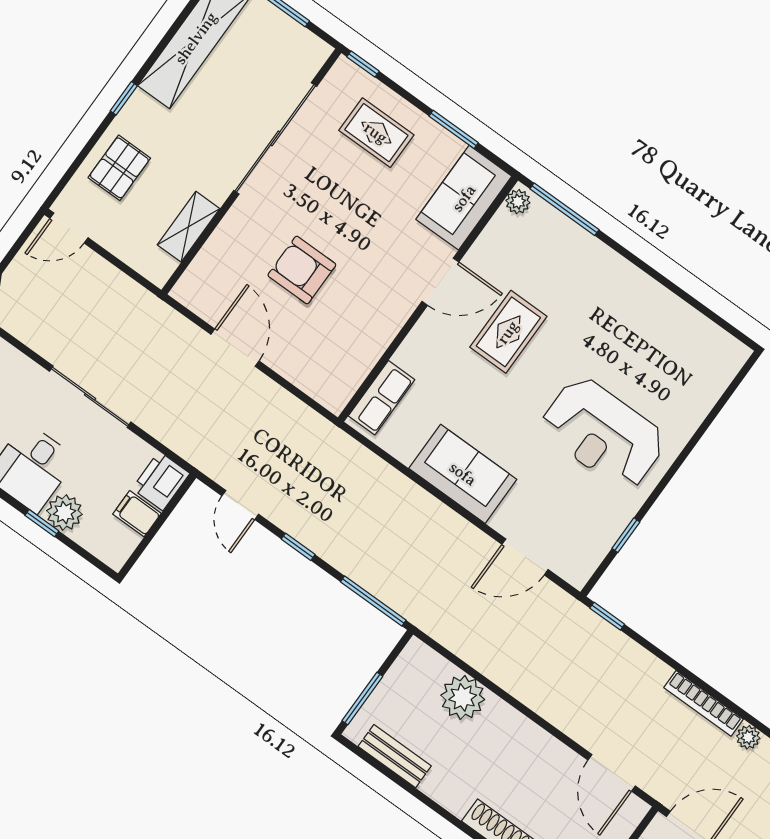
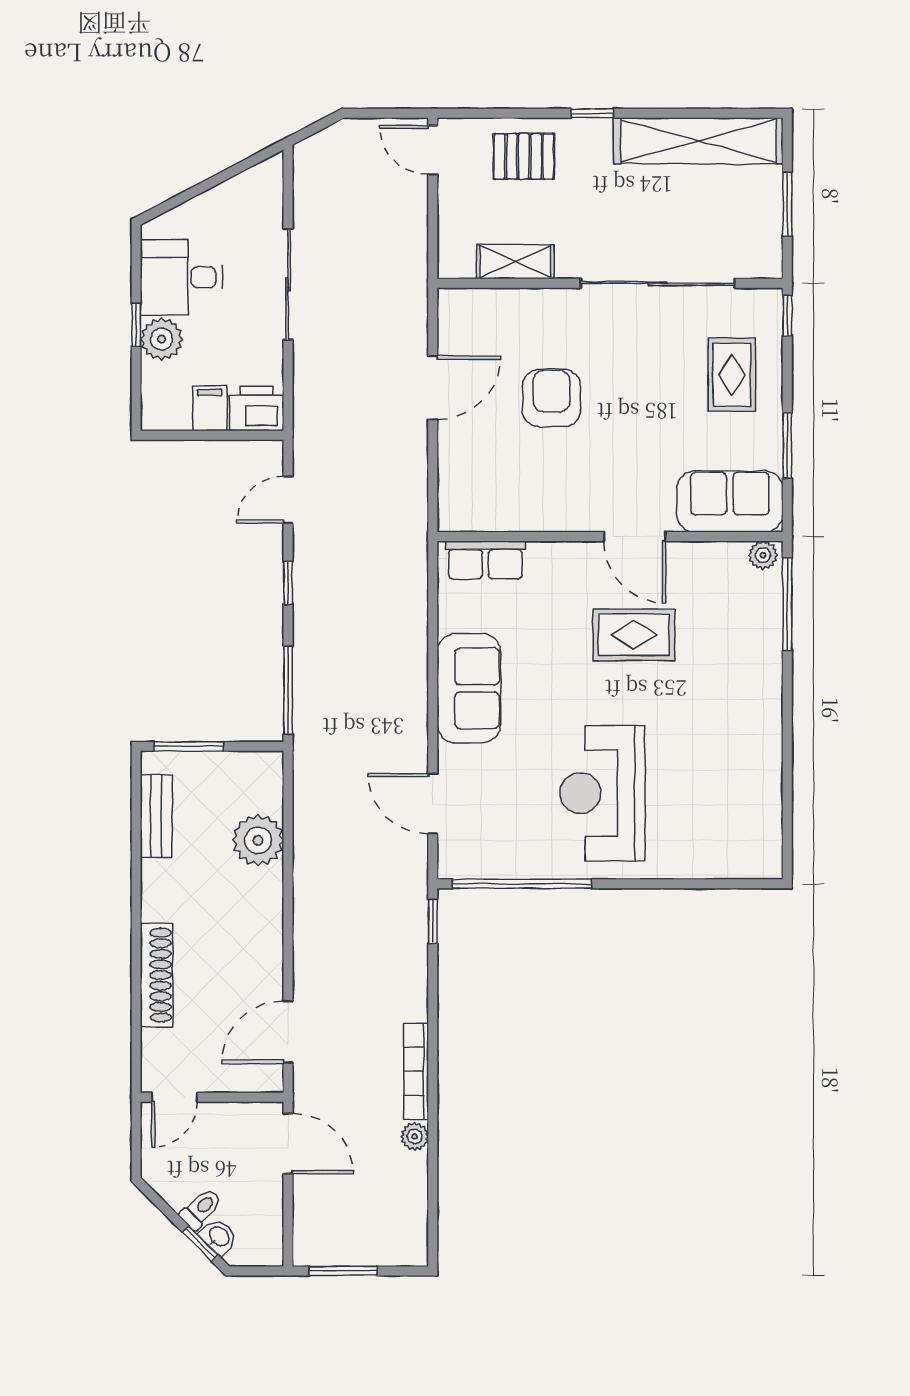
window: (626, 535) -> (522, 884), width x3.17

